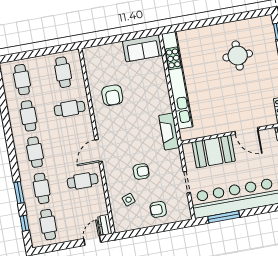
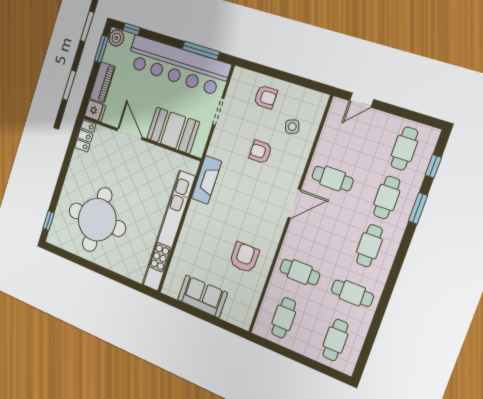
sofa: (143, 48) -> (202, 296), moved
round table: (238, 56) -> (97, 220), width x1.86, depth x1.86
cafe table: (29, 116) -> (352, 293), turned 90
dresser: (105, 225) -> (336, 111), removed

